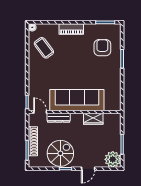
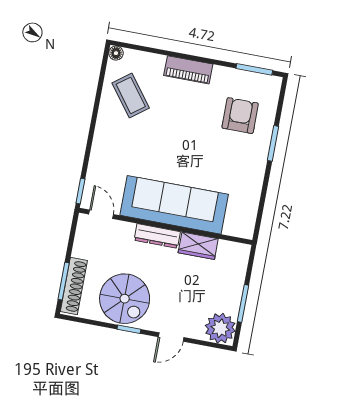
dresser: (59, 118) -> (157, 236), moved
shoe rack: (33, 141) -> (74, 286), moved
spiral stairs: (60, 153) -> (125, 299), turned 90

